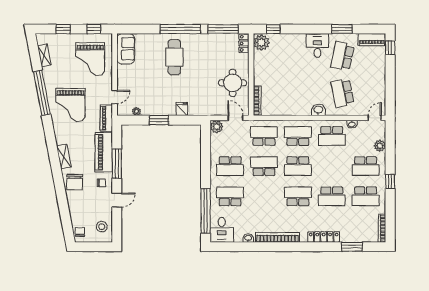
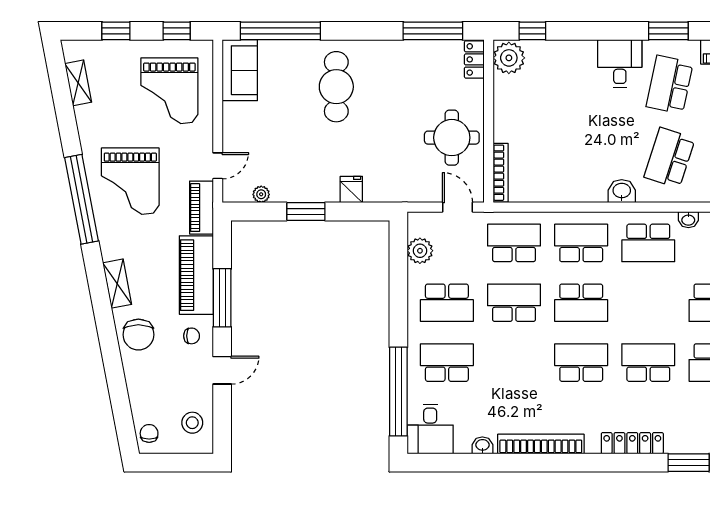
window: (180, 29) -> (280, 31), moved
window: (42, 93) -> (82, 199), moved
school desk: (342, 93) -> (670, 158), turned 30
plant: (217, 127) -> (420, 251), moved
school desk: (332, 196) -> (648, 363), turned 180

